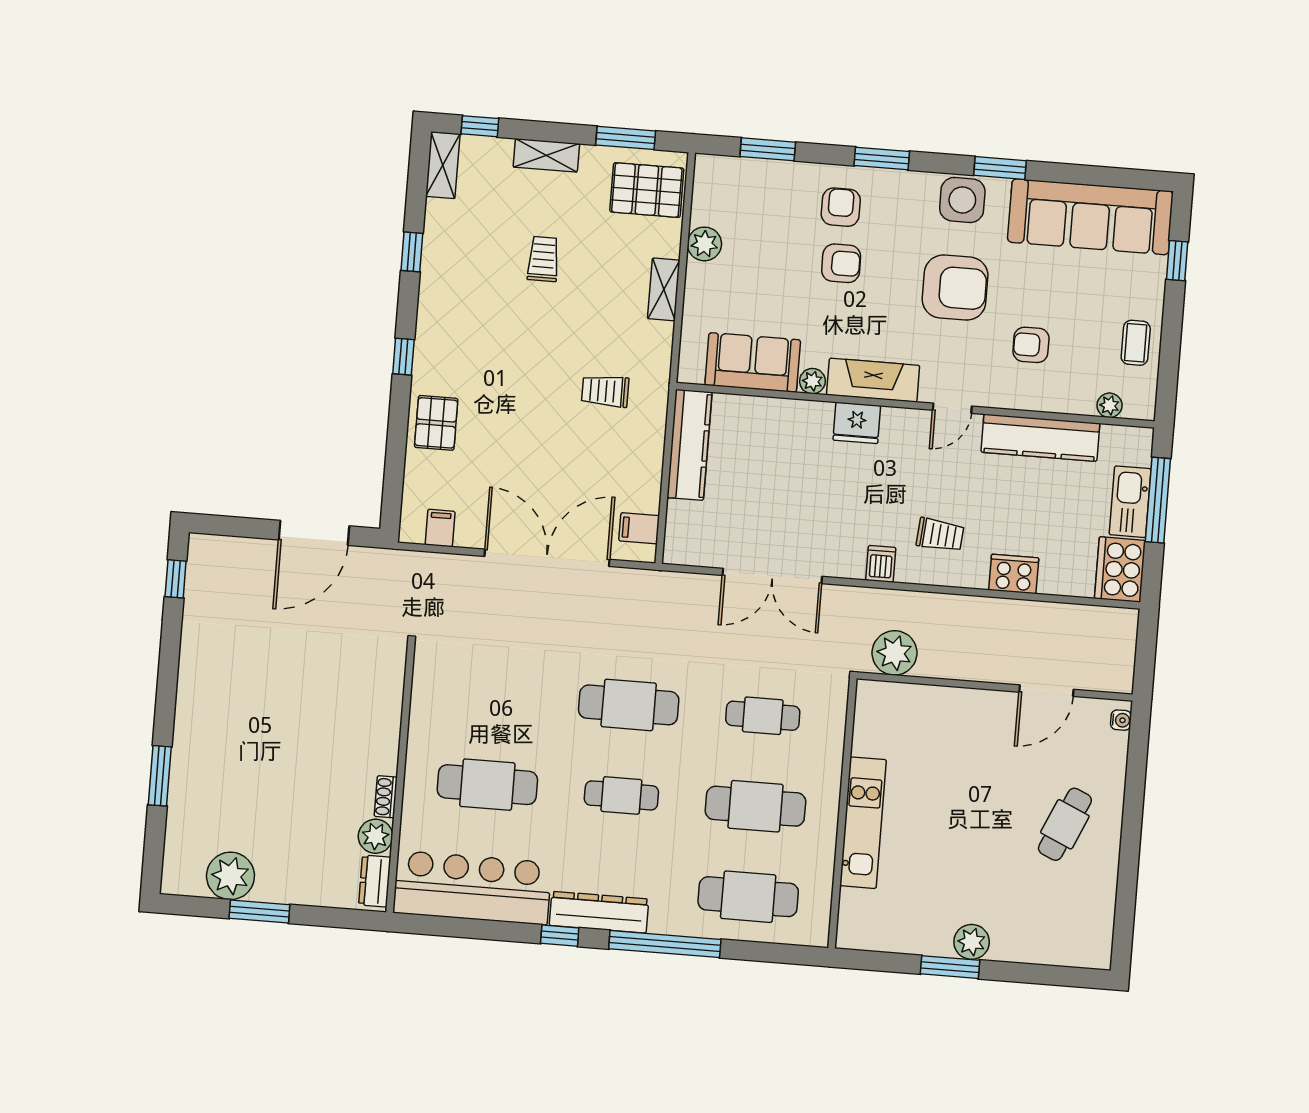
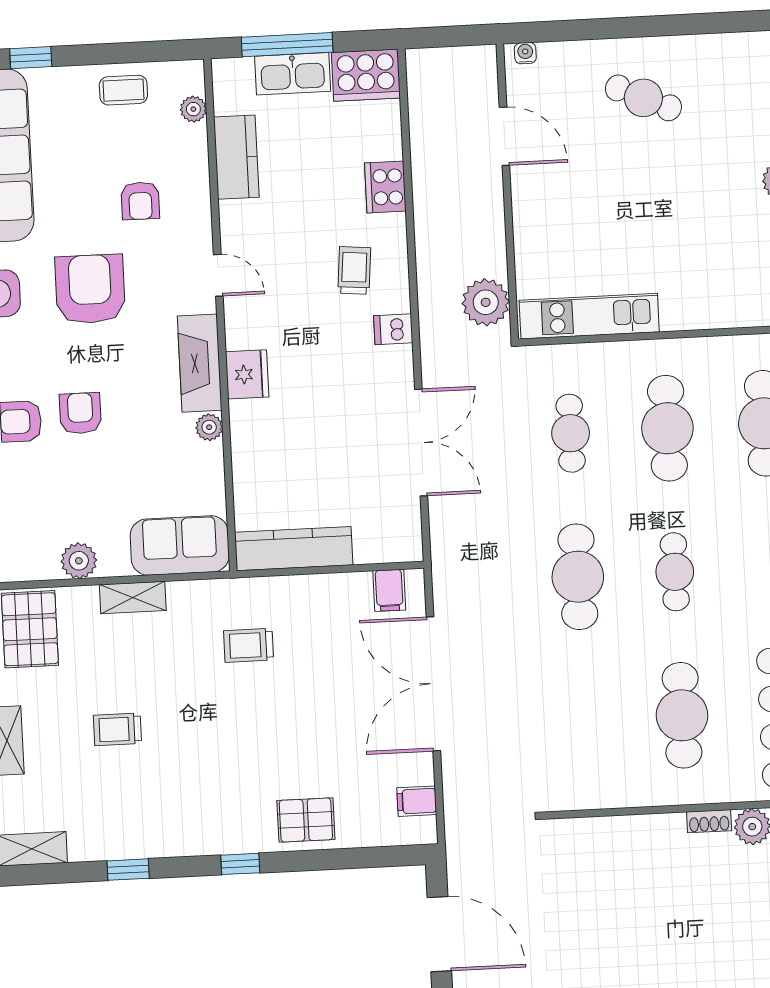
sofa: (753, 362) -> (180, 545), moved, turned 90
trolley: (605, 391) -> (249, 645), turned 90
kitchen counter: (1040, 438) -> (236, 157), width x0.67
kitchen unit: (863, 823) -> (589, 316), moved

